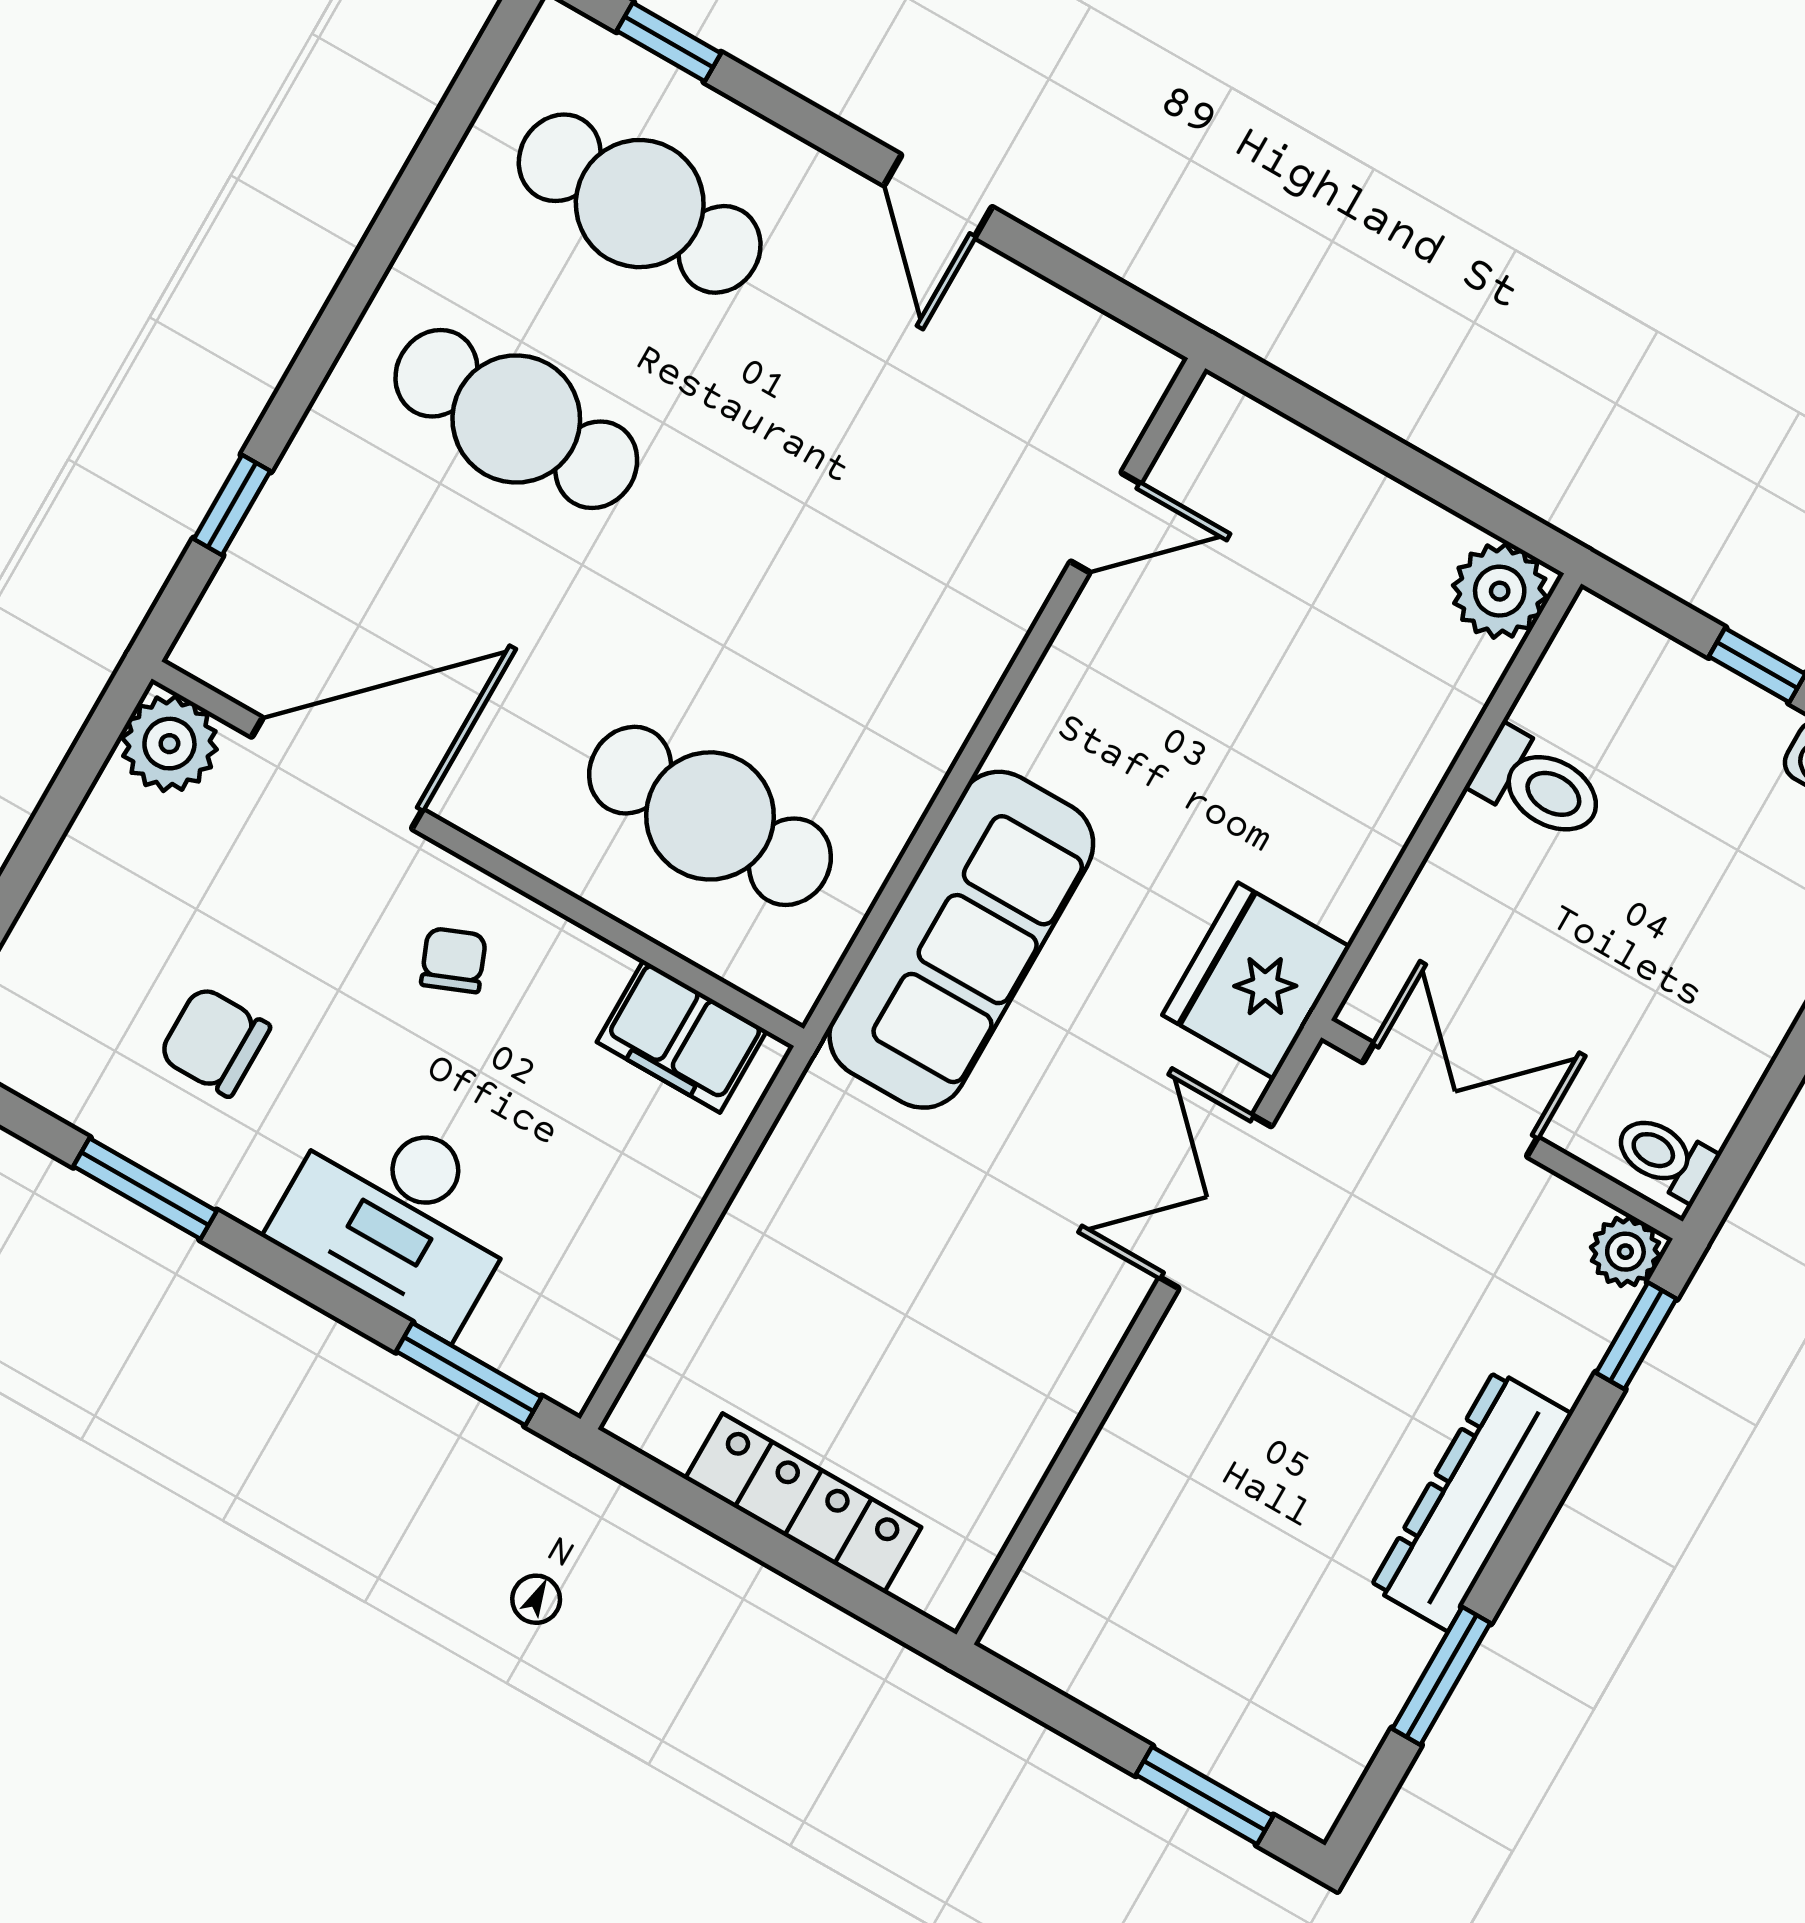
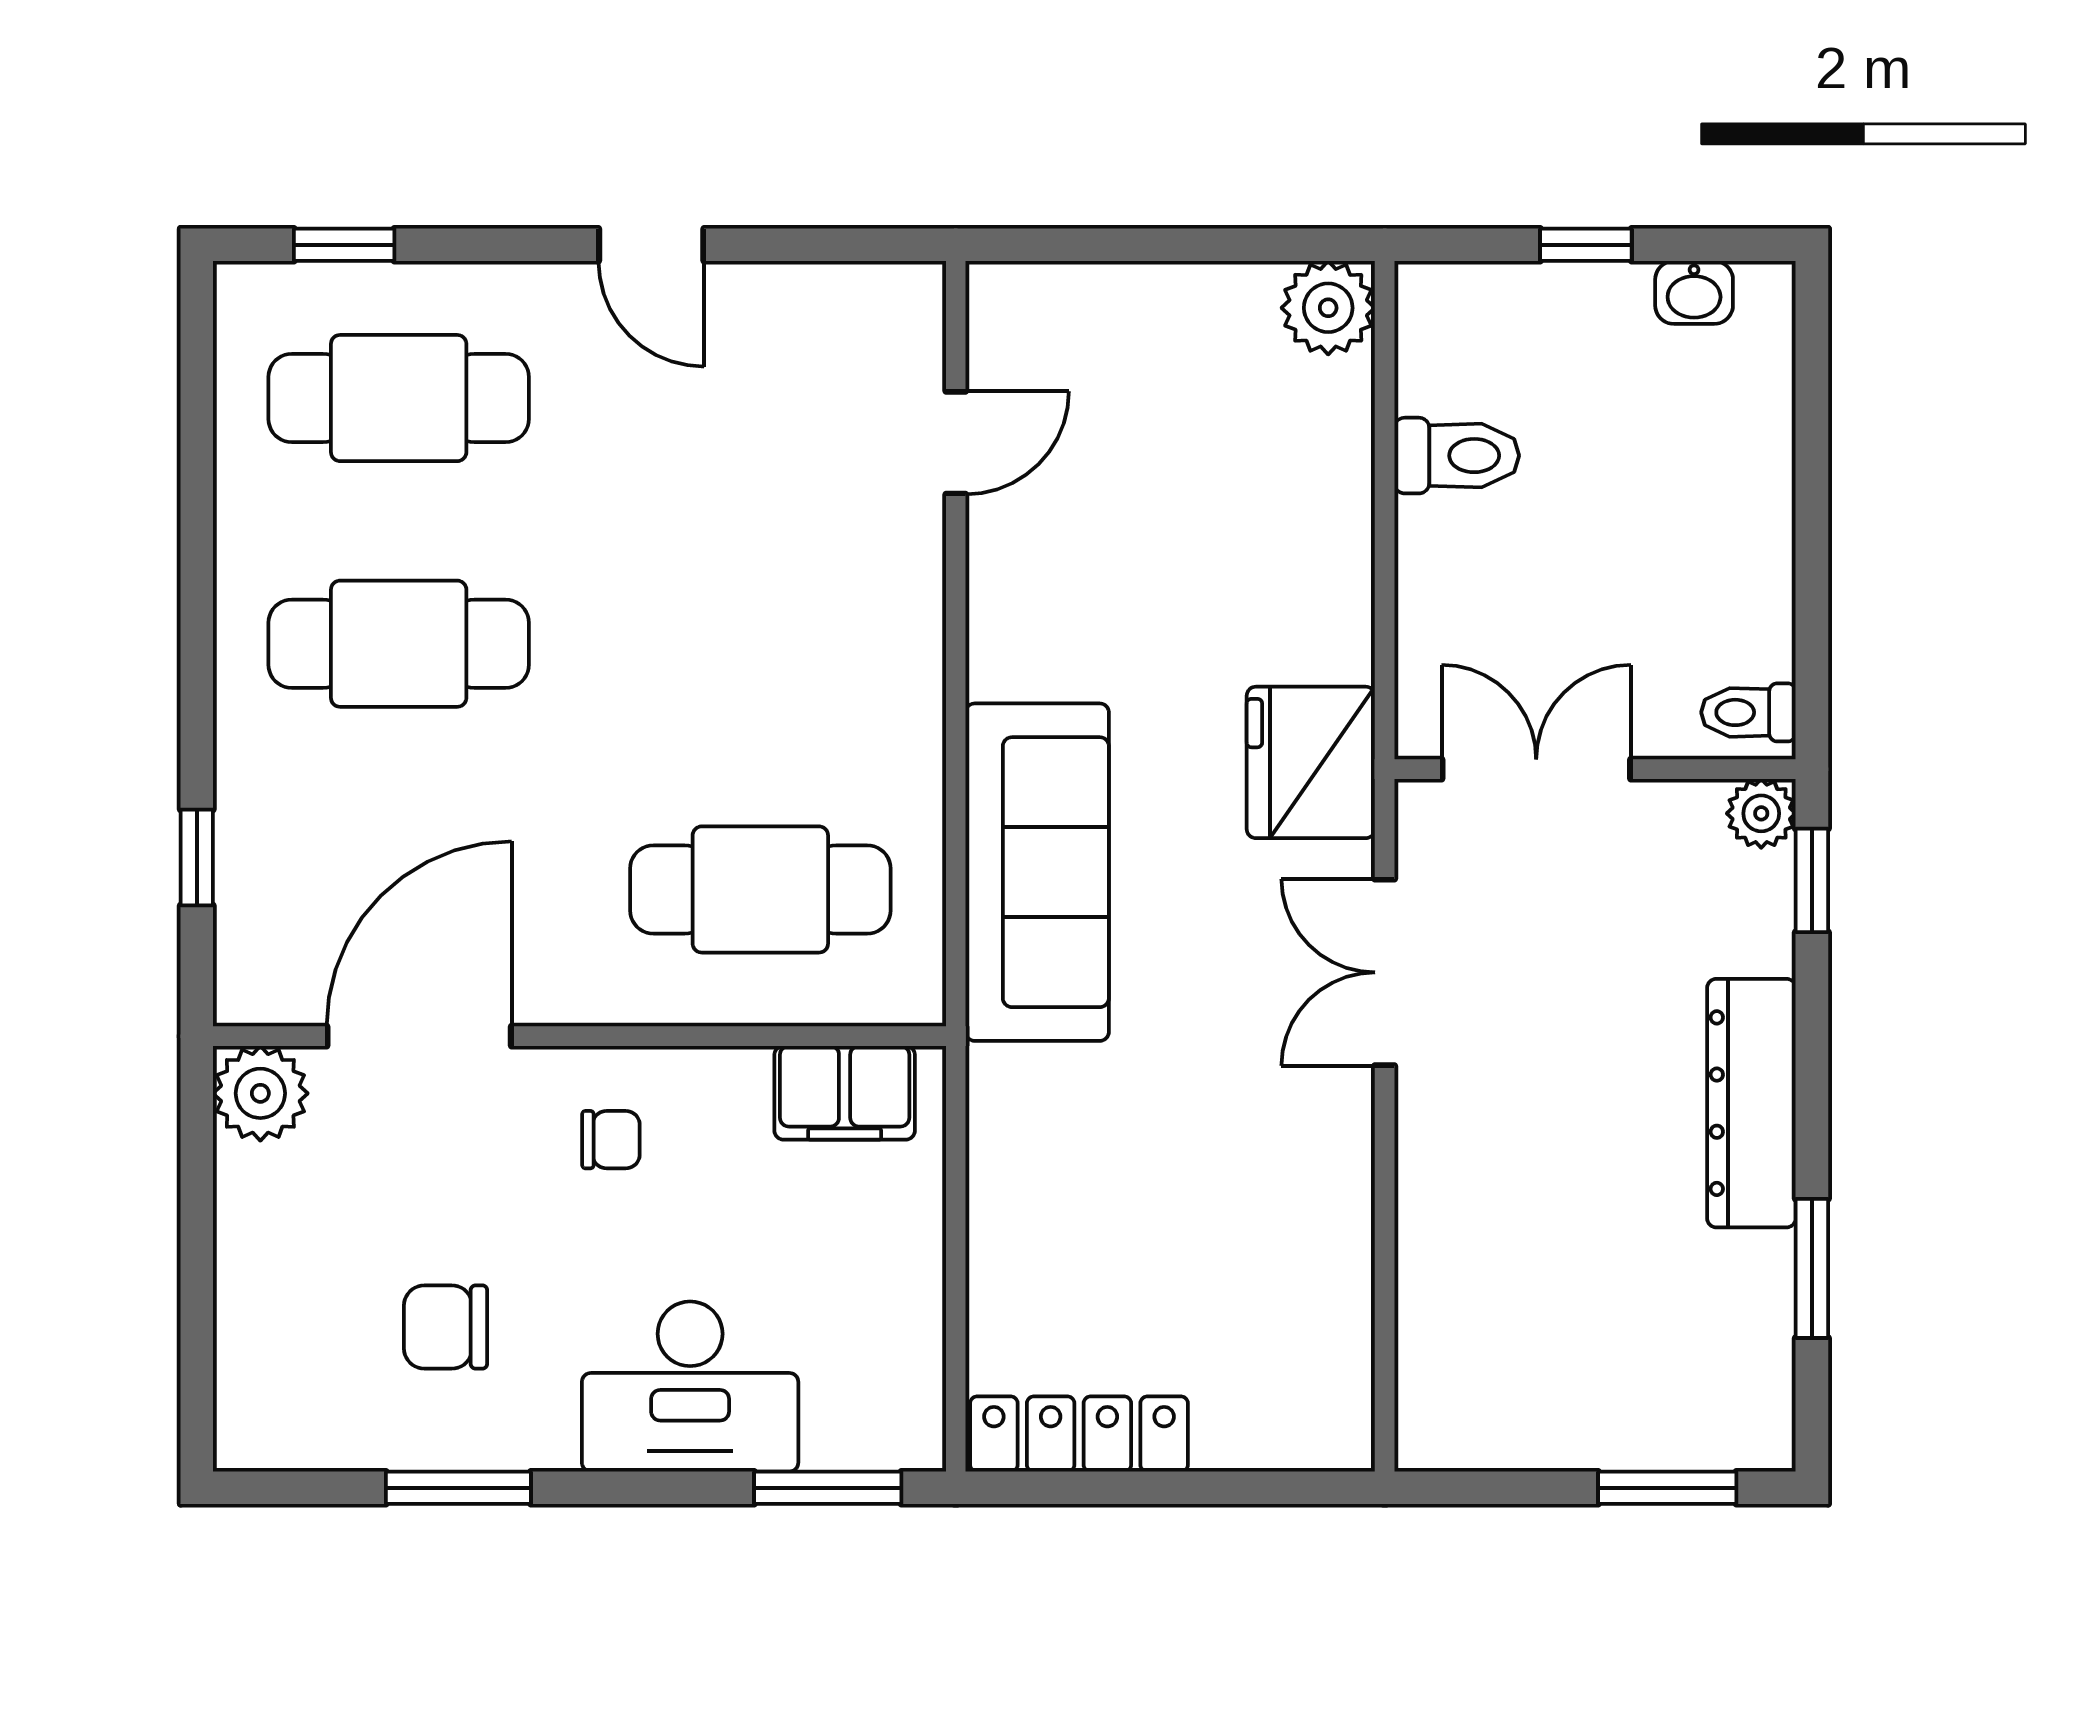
chair: (453, 960) -> (611, 1140), turned 112
locker: (803, 1503) -> (1079, 1434), moved

